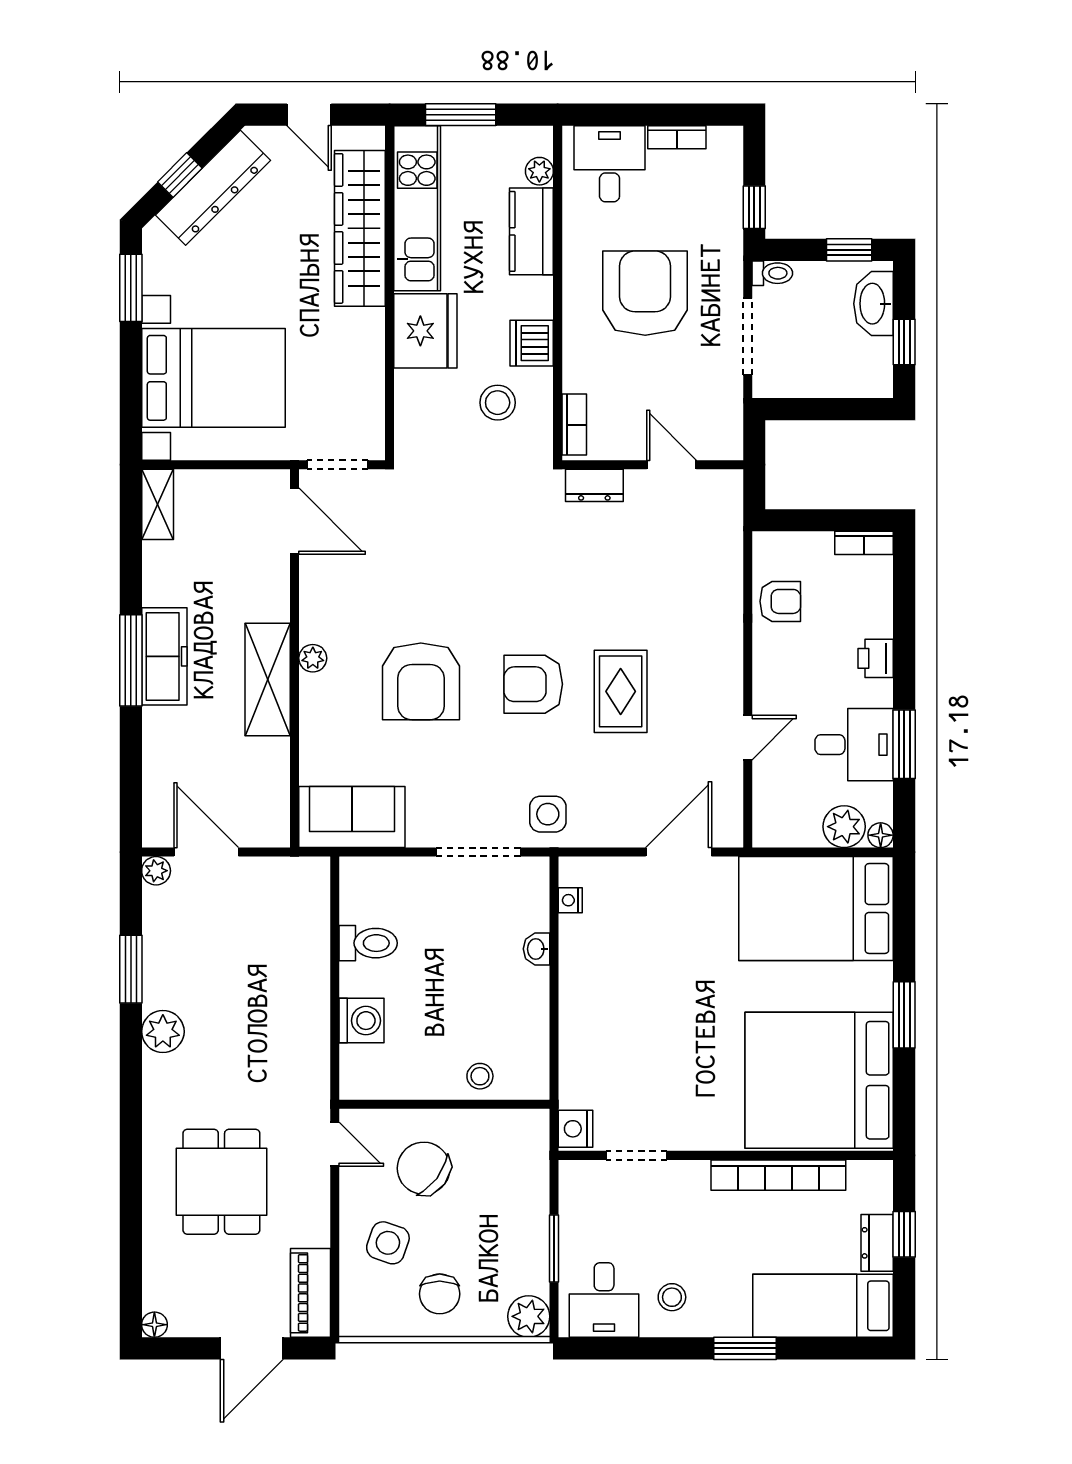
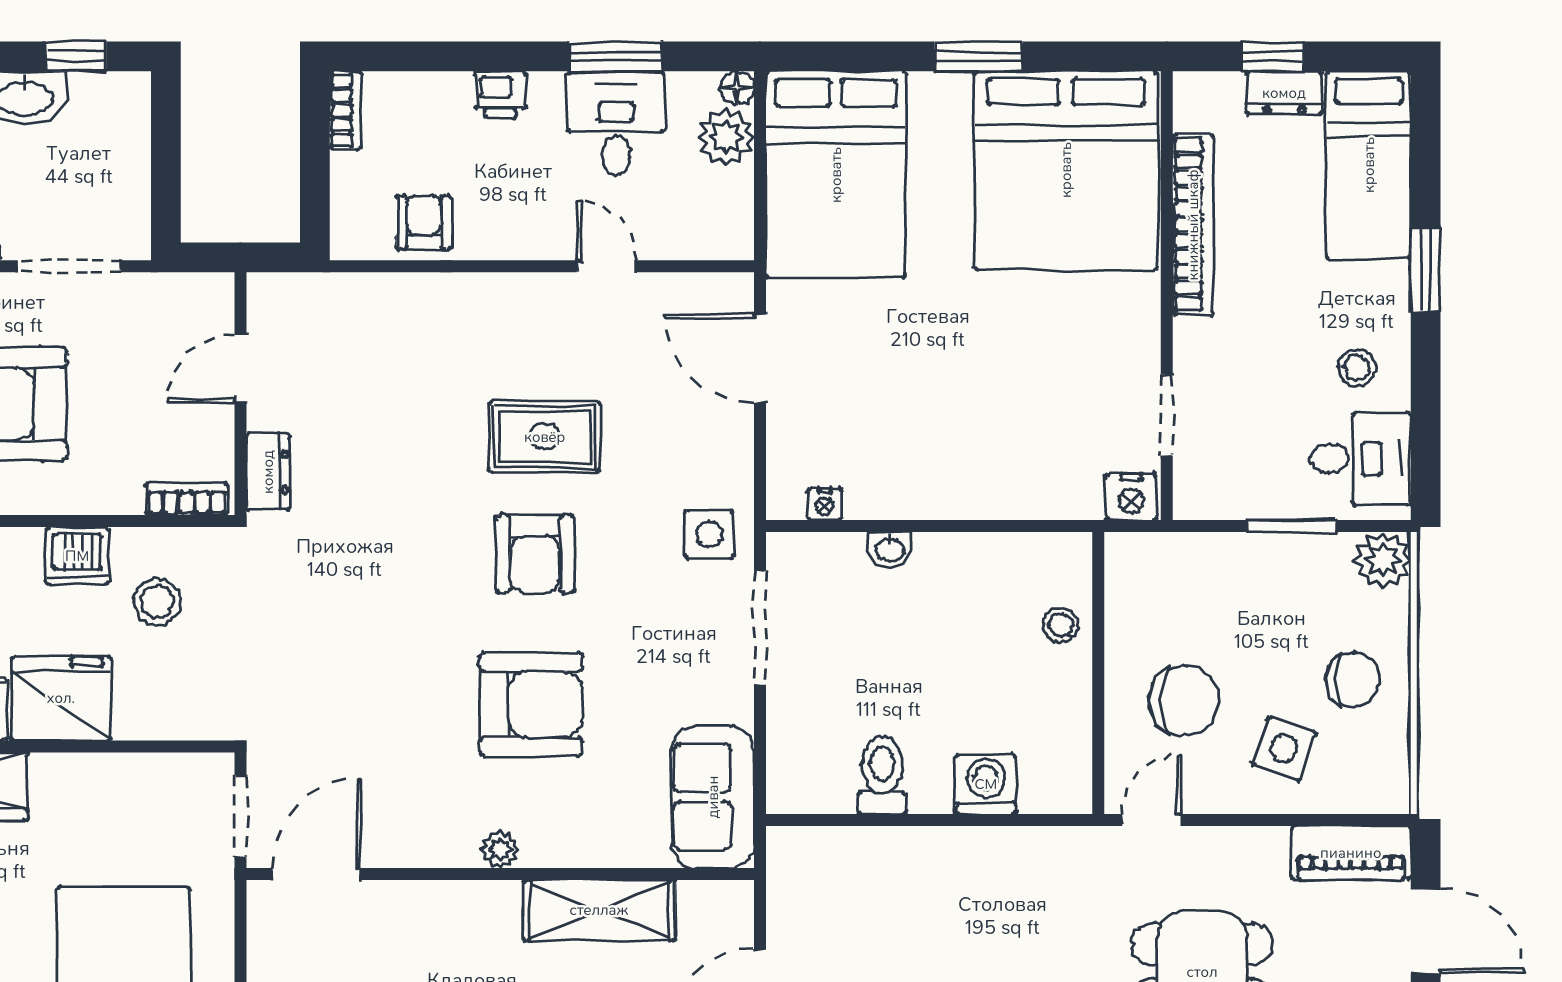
shelving: (268, 680) -> (599, 910), moved
chair: (424, 1168) -> (1184, 701), turned -127

